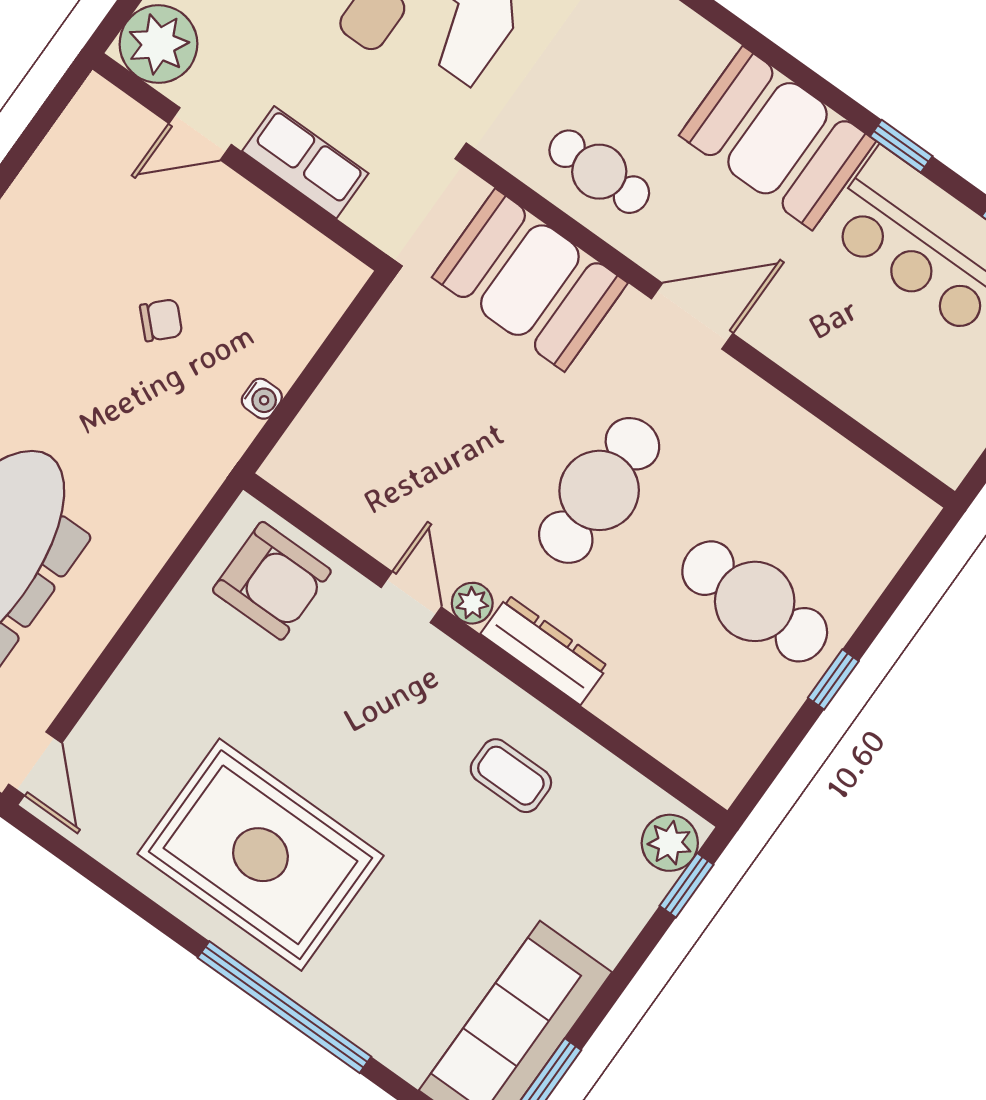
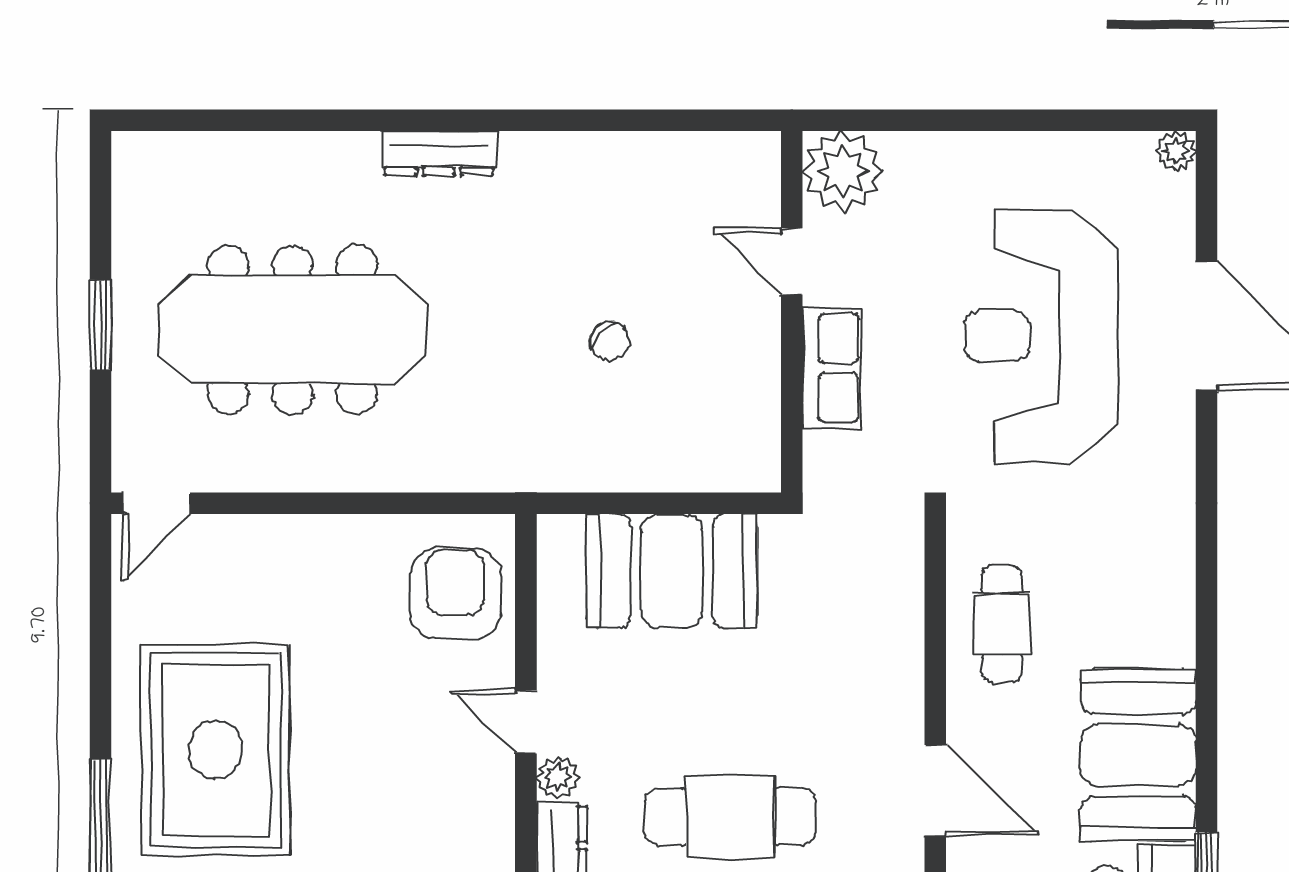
booth: (530, 280) -> (672, 571), moved, turned 90
water cooler: (262, 399) -> (604, 474), removed
armchair: (272, 581) -> (455, 593), turned 180
door: (411, 597) -> (526, 722), swing flipped

